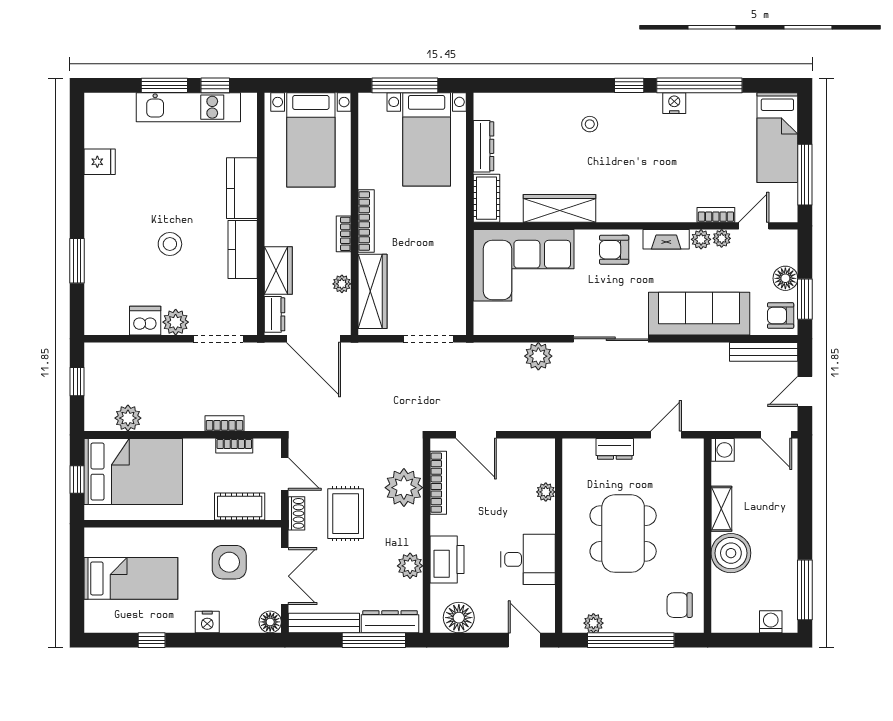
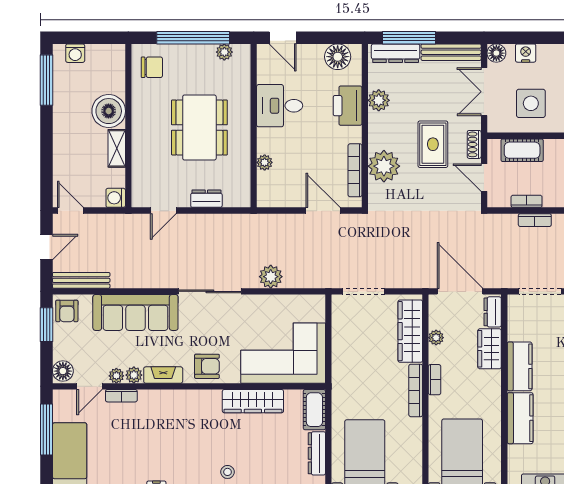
floor lamp: (785, 278) -> (63, 371), moved
armchair: (781, 316) -> (67, 311), turned 90
nightstand: (207, 622) -> (526, 53), moved

